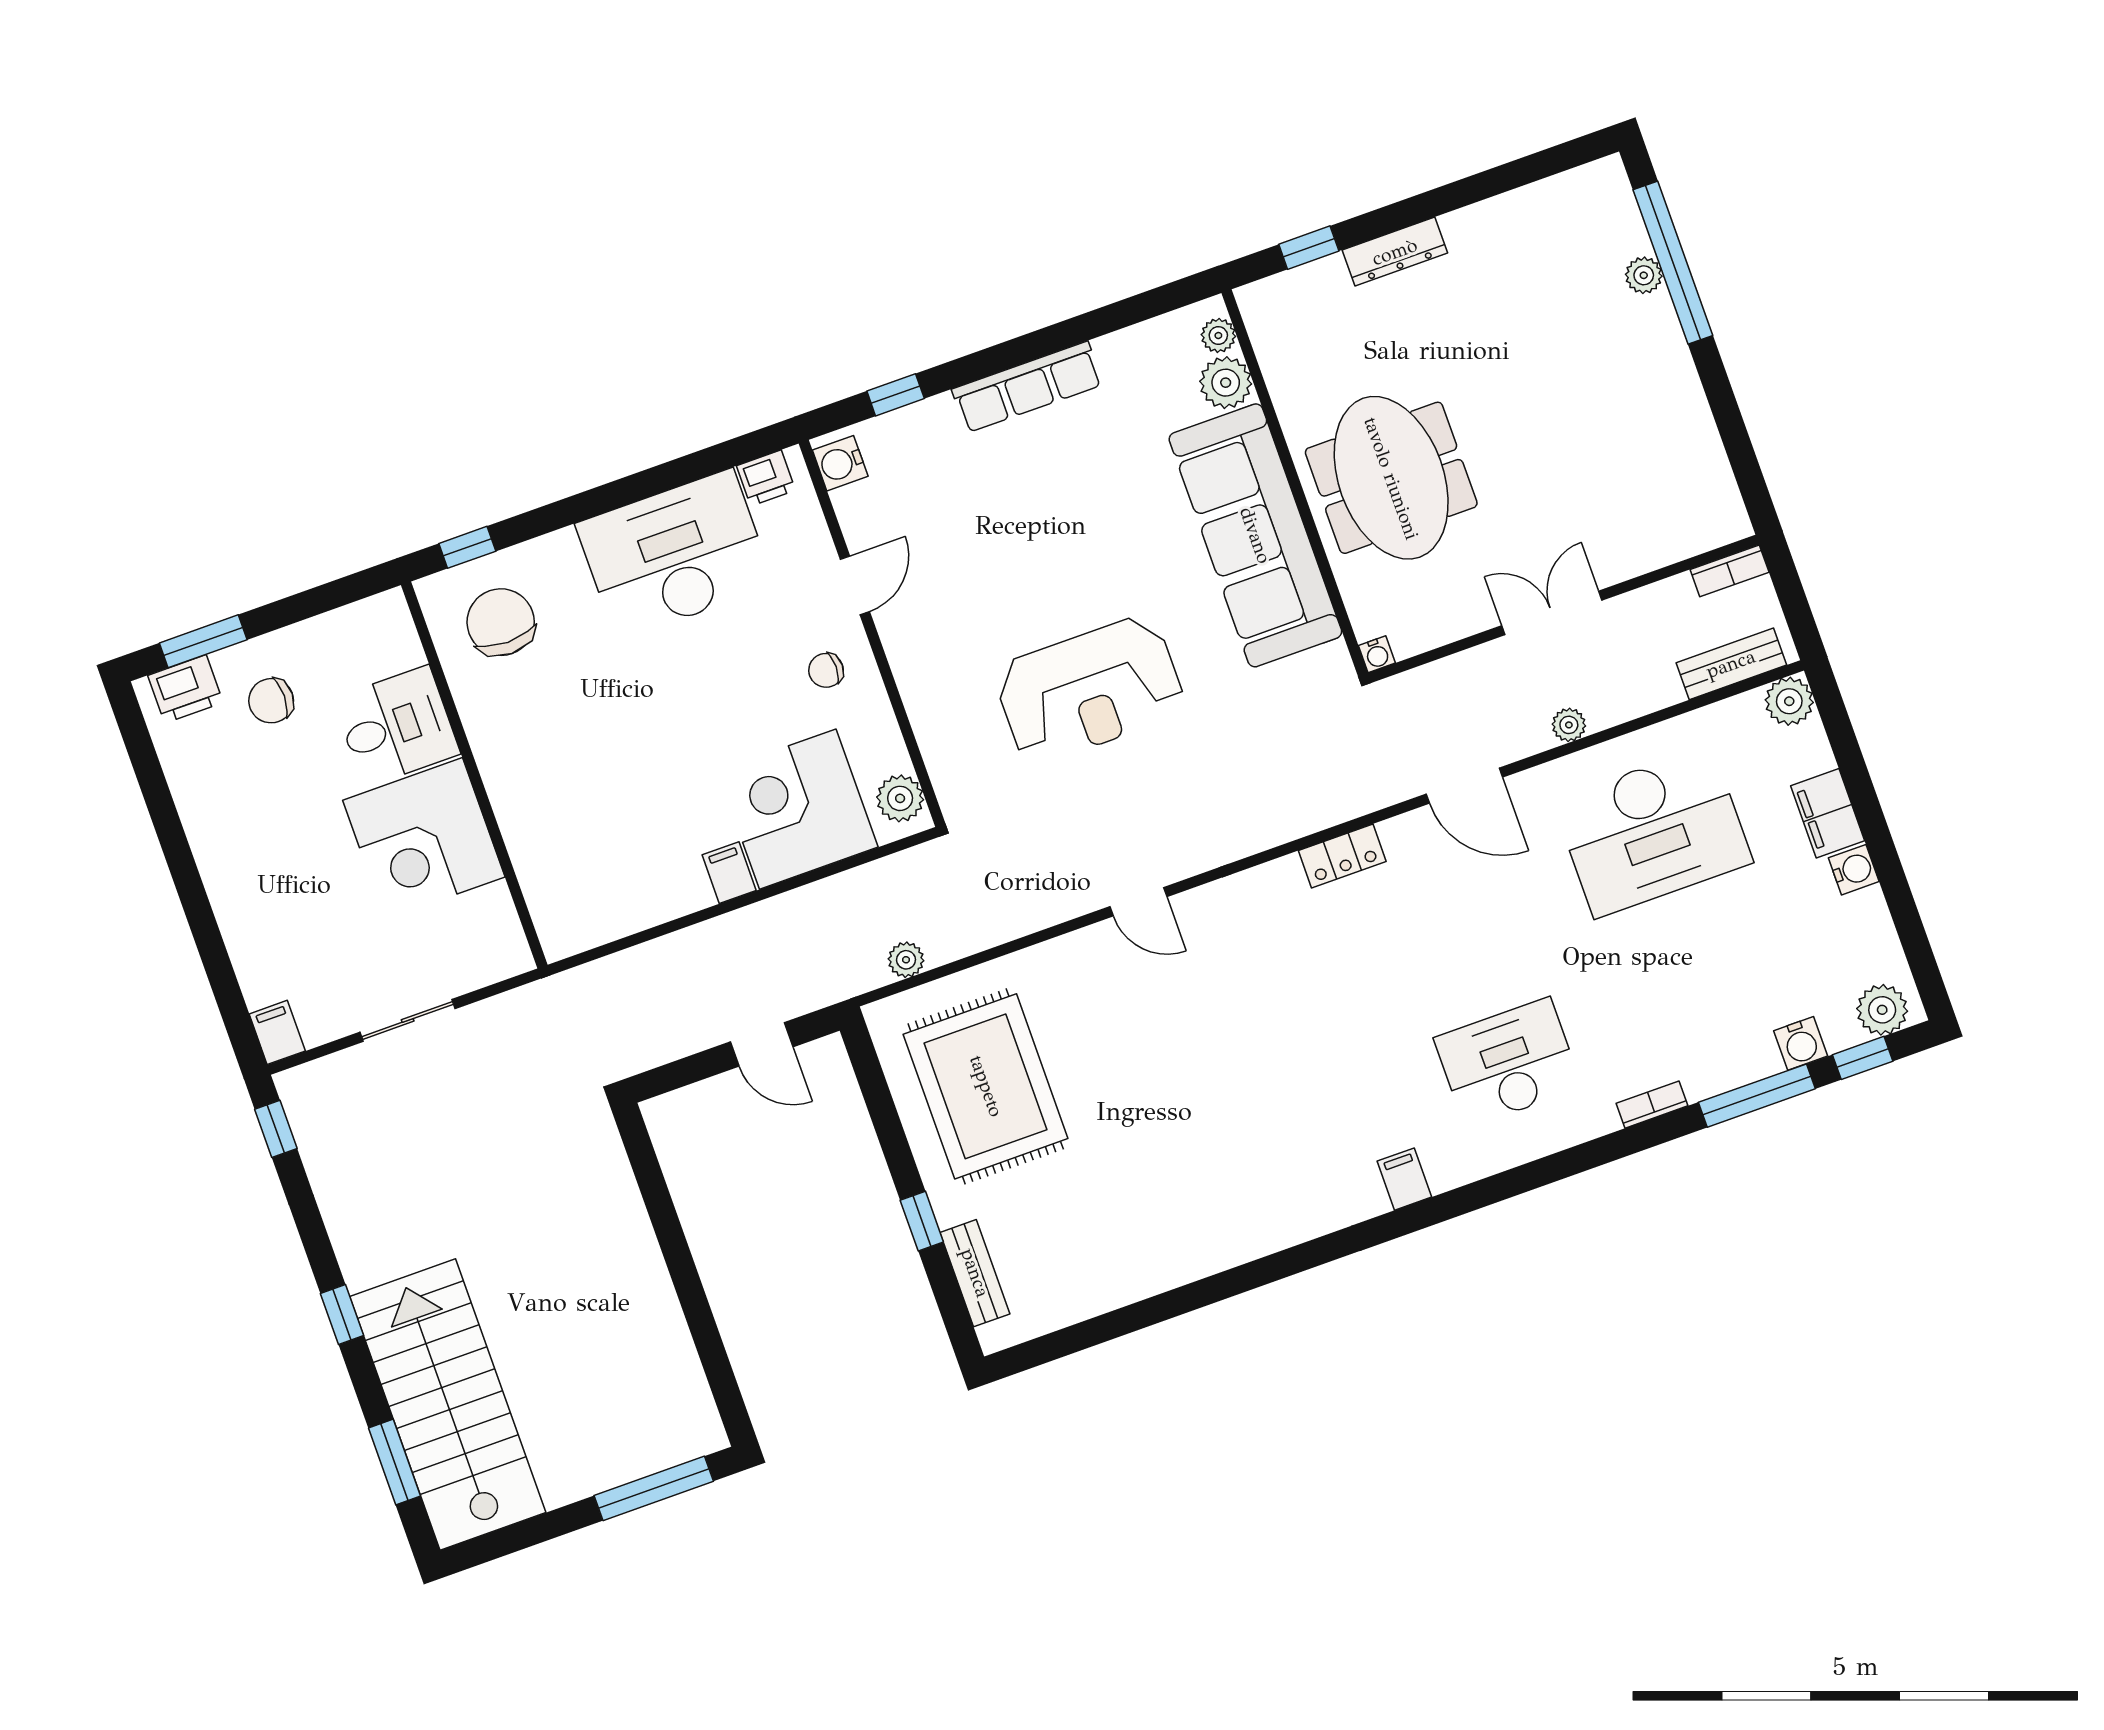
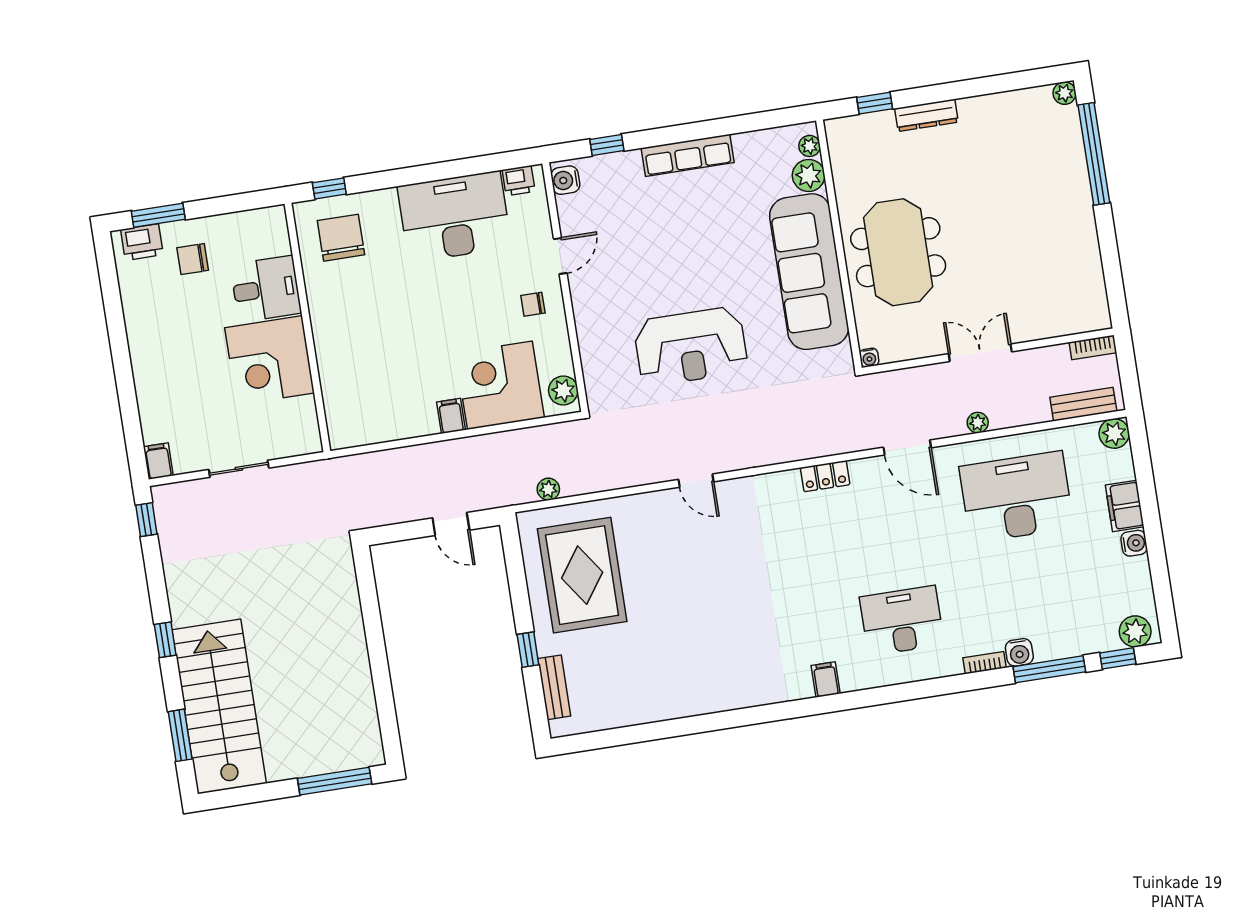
plant: (1644, 275) -> (1064, 93), moved
desk: (1653, 832) -> (1016, 497), turned 180
water cooler: (1801, 1043) -> (1019, 652), moved

